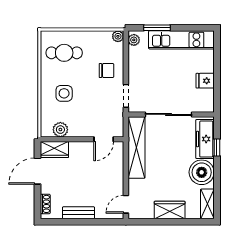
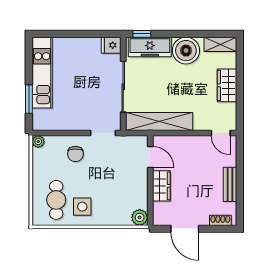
plant: (134, 40) -> (42, 124), removed
chair: (106, 71) -> (75, 154), turned 180
fridge: (205, 81) -> (111, 45), moved, turned 90
side table: (64, 93) -> (82, 207), moved
plant: (60, 130) -> (140, 217), moved
window: (217, 148) -> (142, 34), moved
wardrobe: (54, 150) -> (161, 186), moved

